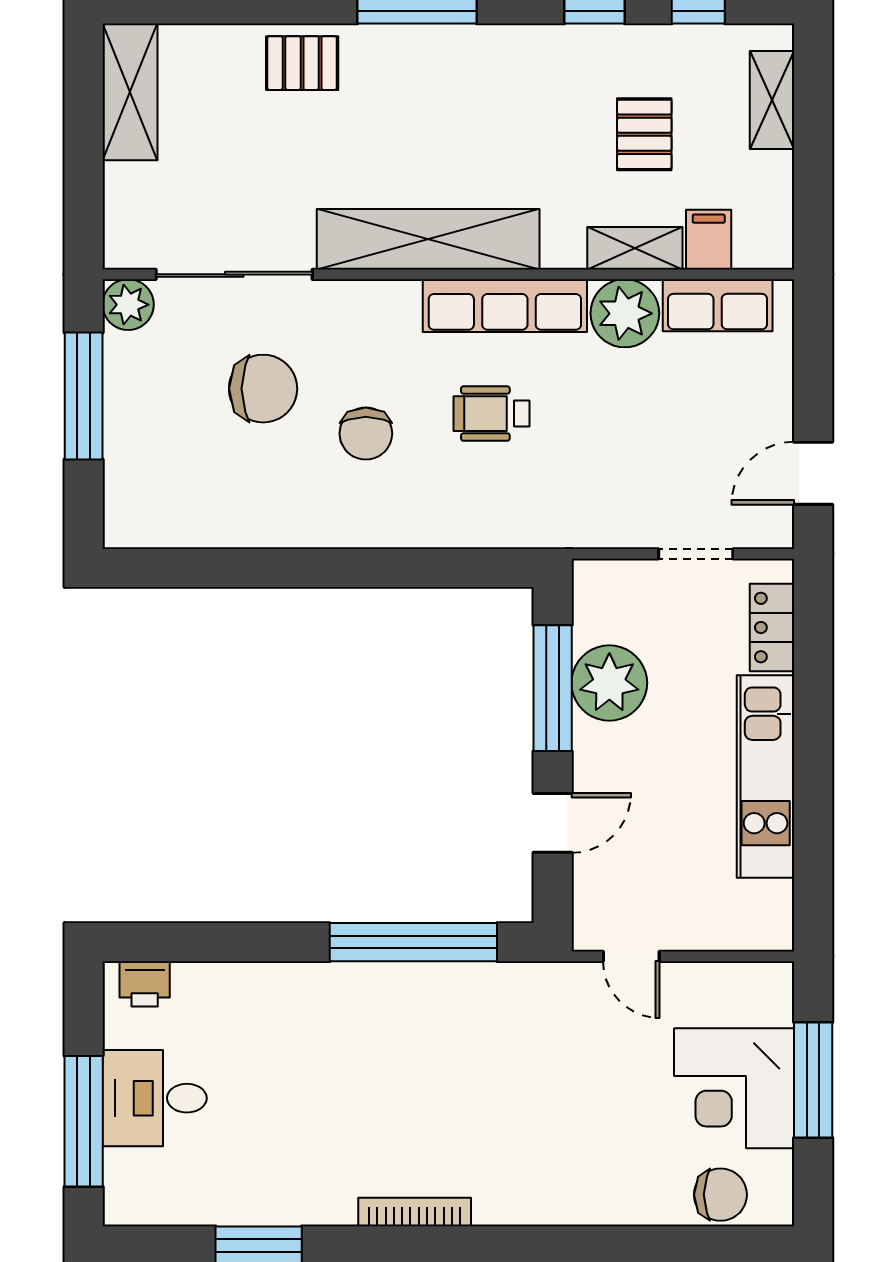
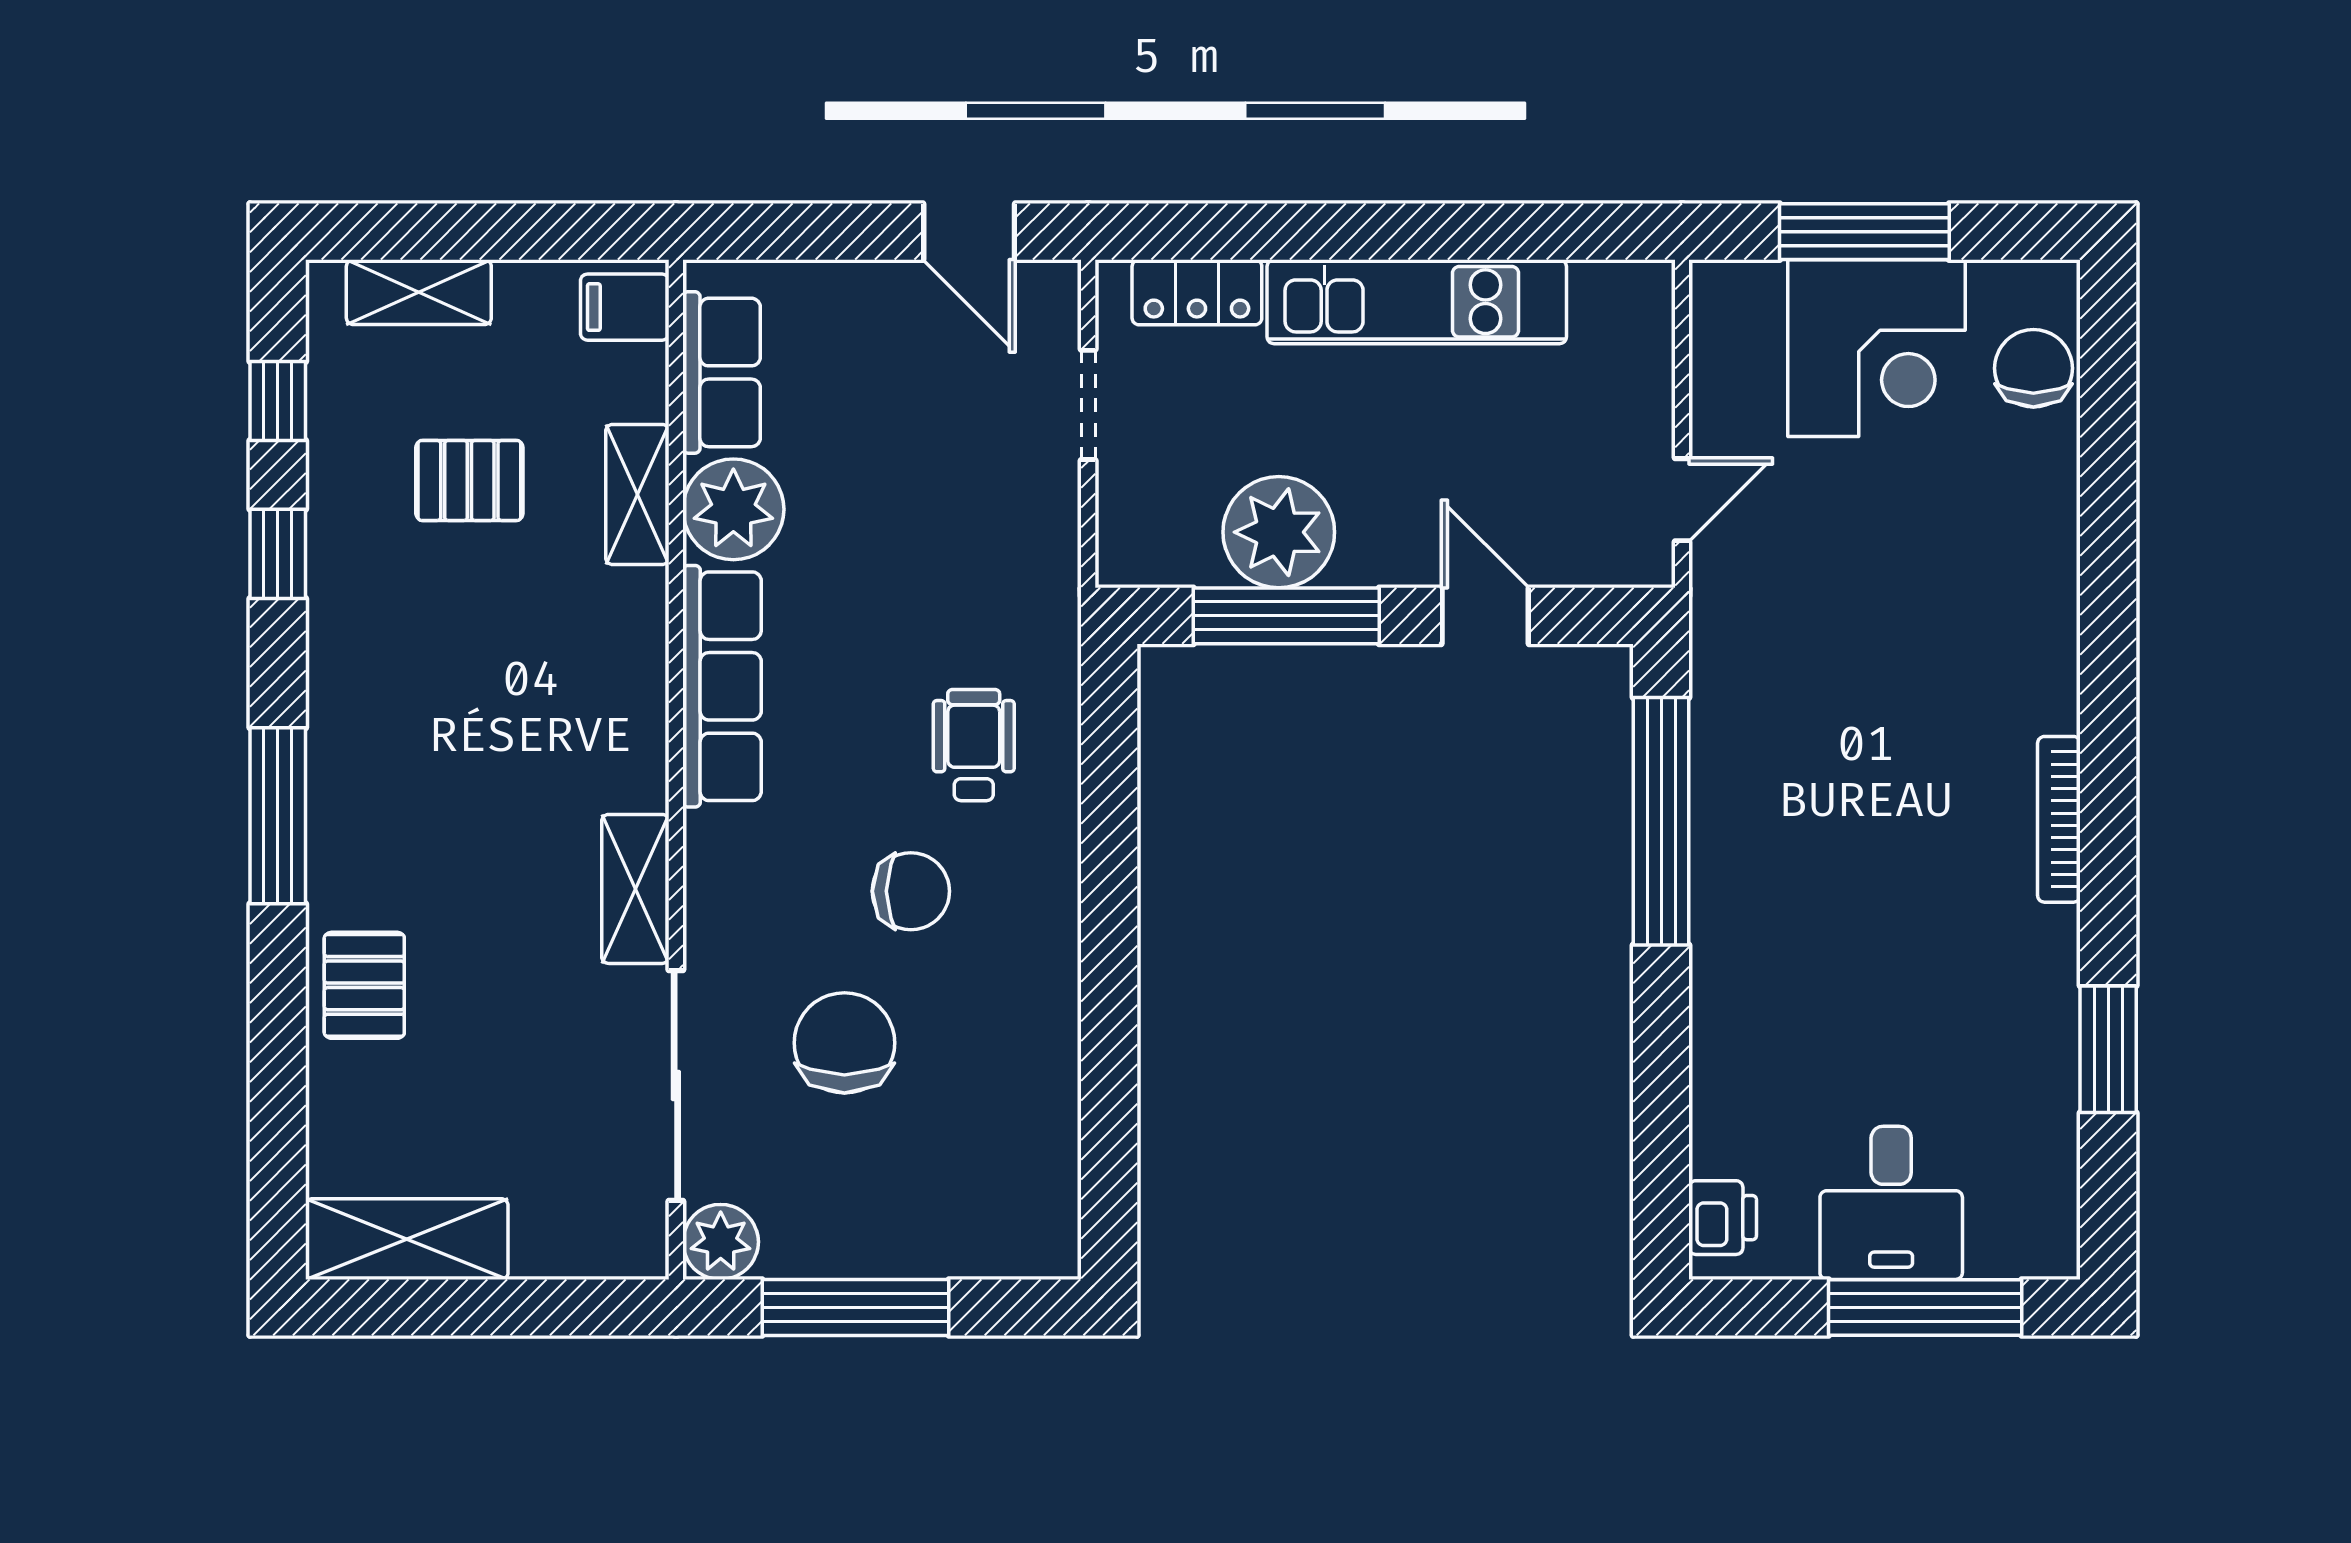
shelving: (428, 239) -> (635, 889), width x0.45, depth x0.75
filing cabinet: (709, 240) -> (625, 307), moved
wheelchair: (491, 414) -> (974, 745), moved, turned 180

